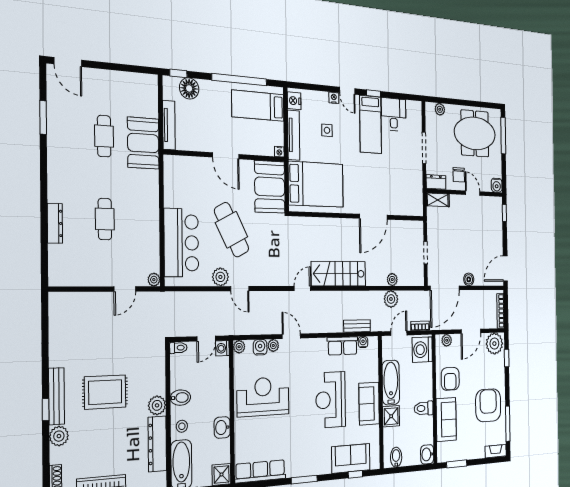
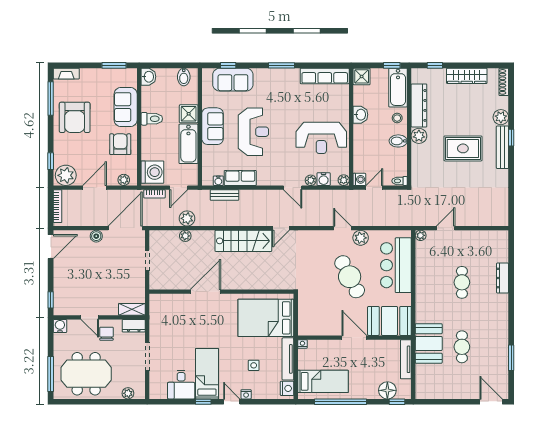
booth: (270, 187) -> (389, 321), moved, turned 90

